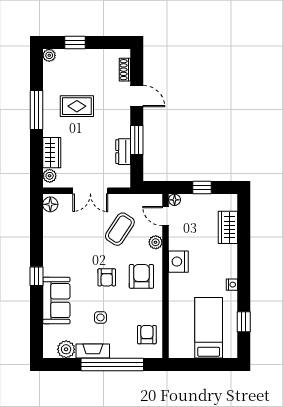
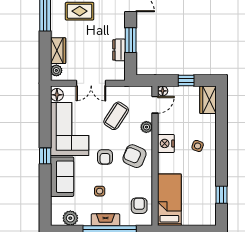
door: (166, 216) -> (155, 105), swing flipped
wardrobe: (228, 227) -> (208, 100), moved
corner sofa: (65, 245) -> (70, 129), added
side table: (216, 264) -> (198, 146), added
armchair: (141, 276) -> (134, 156), turned -67
nightstand: (232, 285) -> (211, 163), removed
bed: (209, 328) -> (169, 200), moved
fireplace: (93, 351) -> (105, 220), moved

